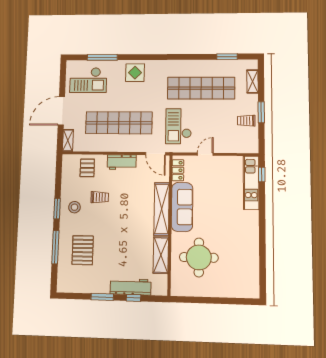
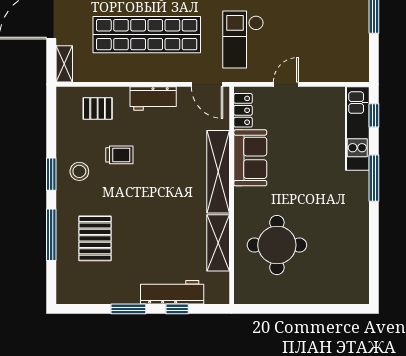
trolley: (246, 121) -> (350, 30), removed
pallet: (87, 168) -> (98, 108), turned 90
sofa: (182, 207) -> (250, 158), width x0.73
window: (262, 215) -> (374, 178), added

